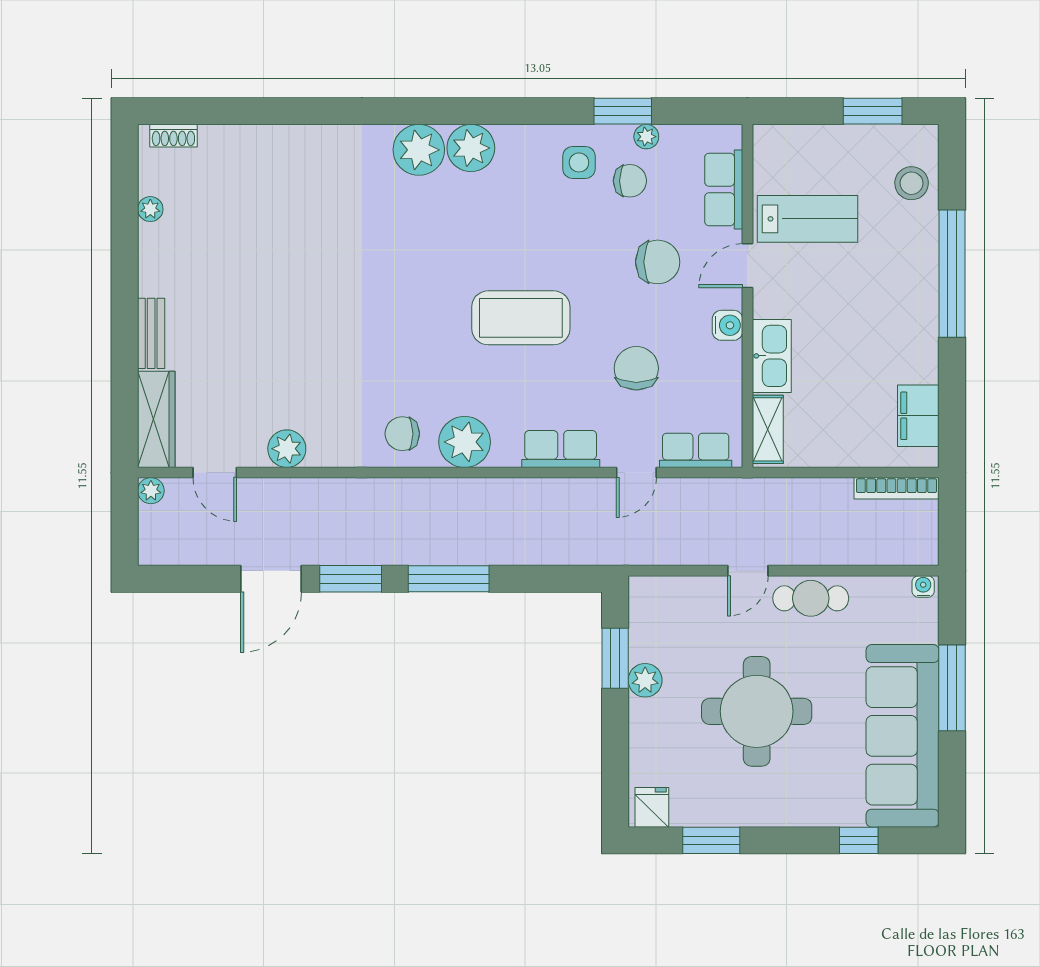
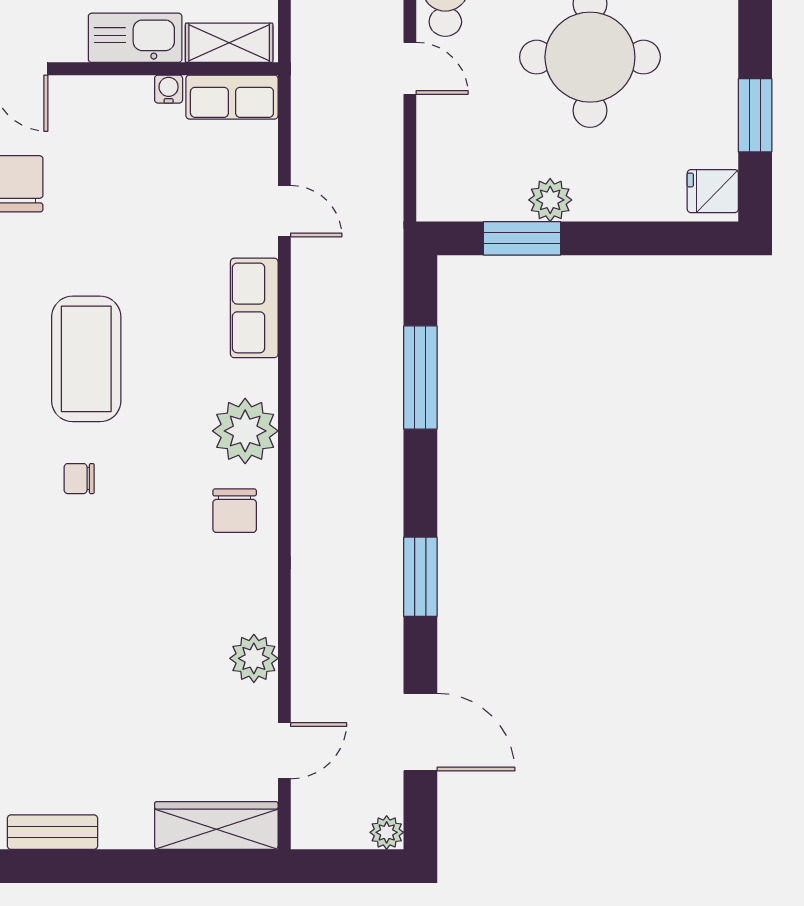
water cooler: (727, 325) -> (169, 89), moved, width x0.72, depth x0.72
bench: (151, 333) -> (52, 832), moved
chair: (636, 368) -> (79, 479), moved, width x0.54, depth x0.54
row of seats: (696, 450) -> (232, 97), moved, turned -90
plant: (151, 491) -> (387, 832), moved
door: (271, 579) -> (420, 732), moved
window: (449, 579) -> (420, 378), moved

